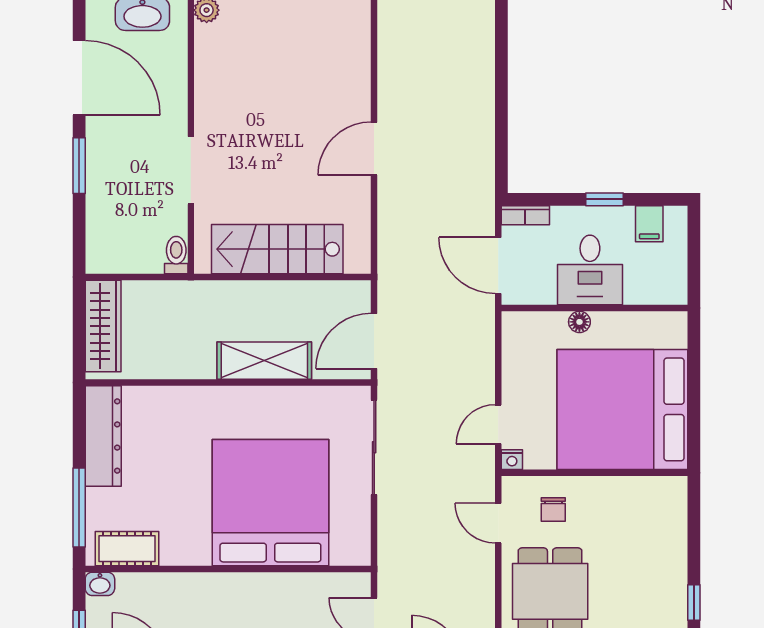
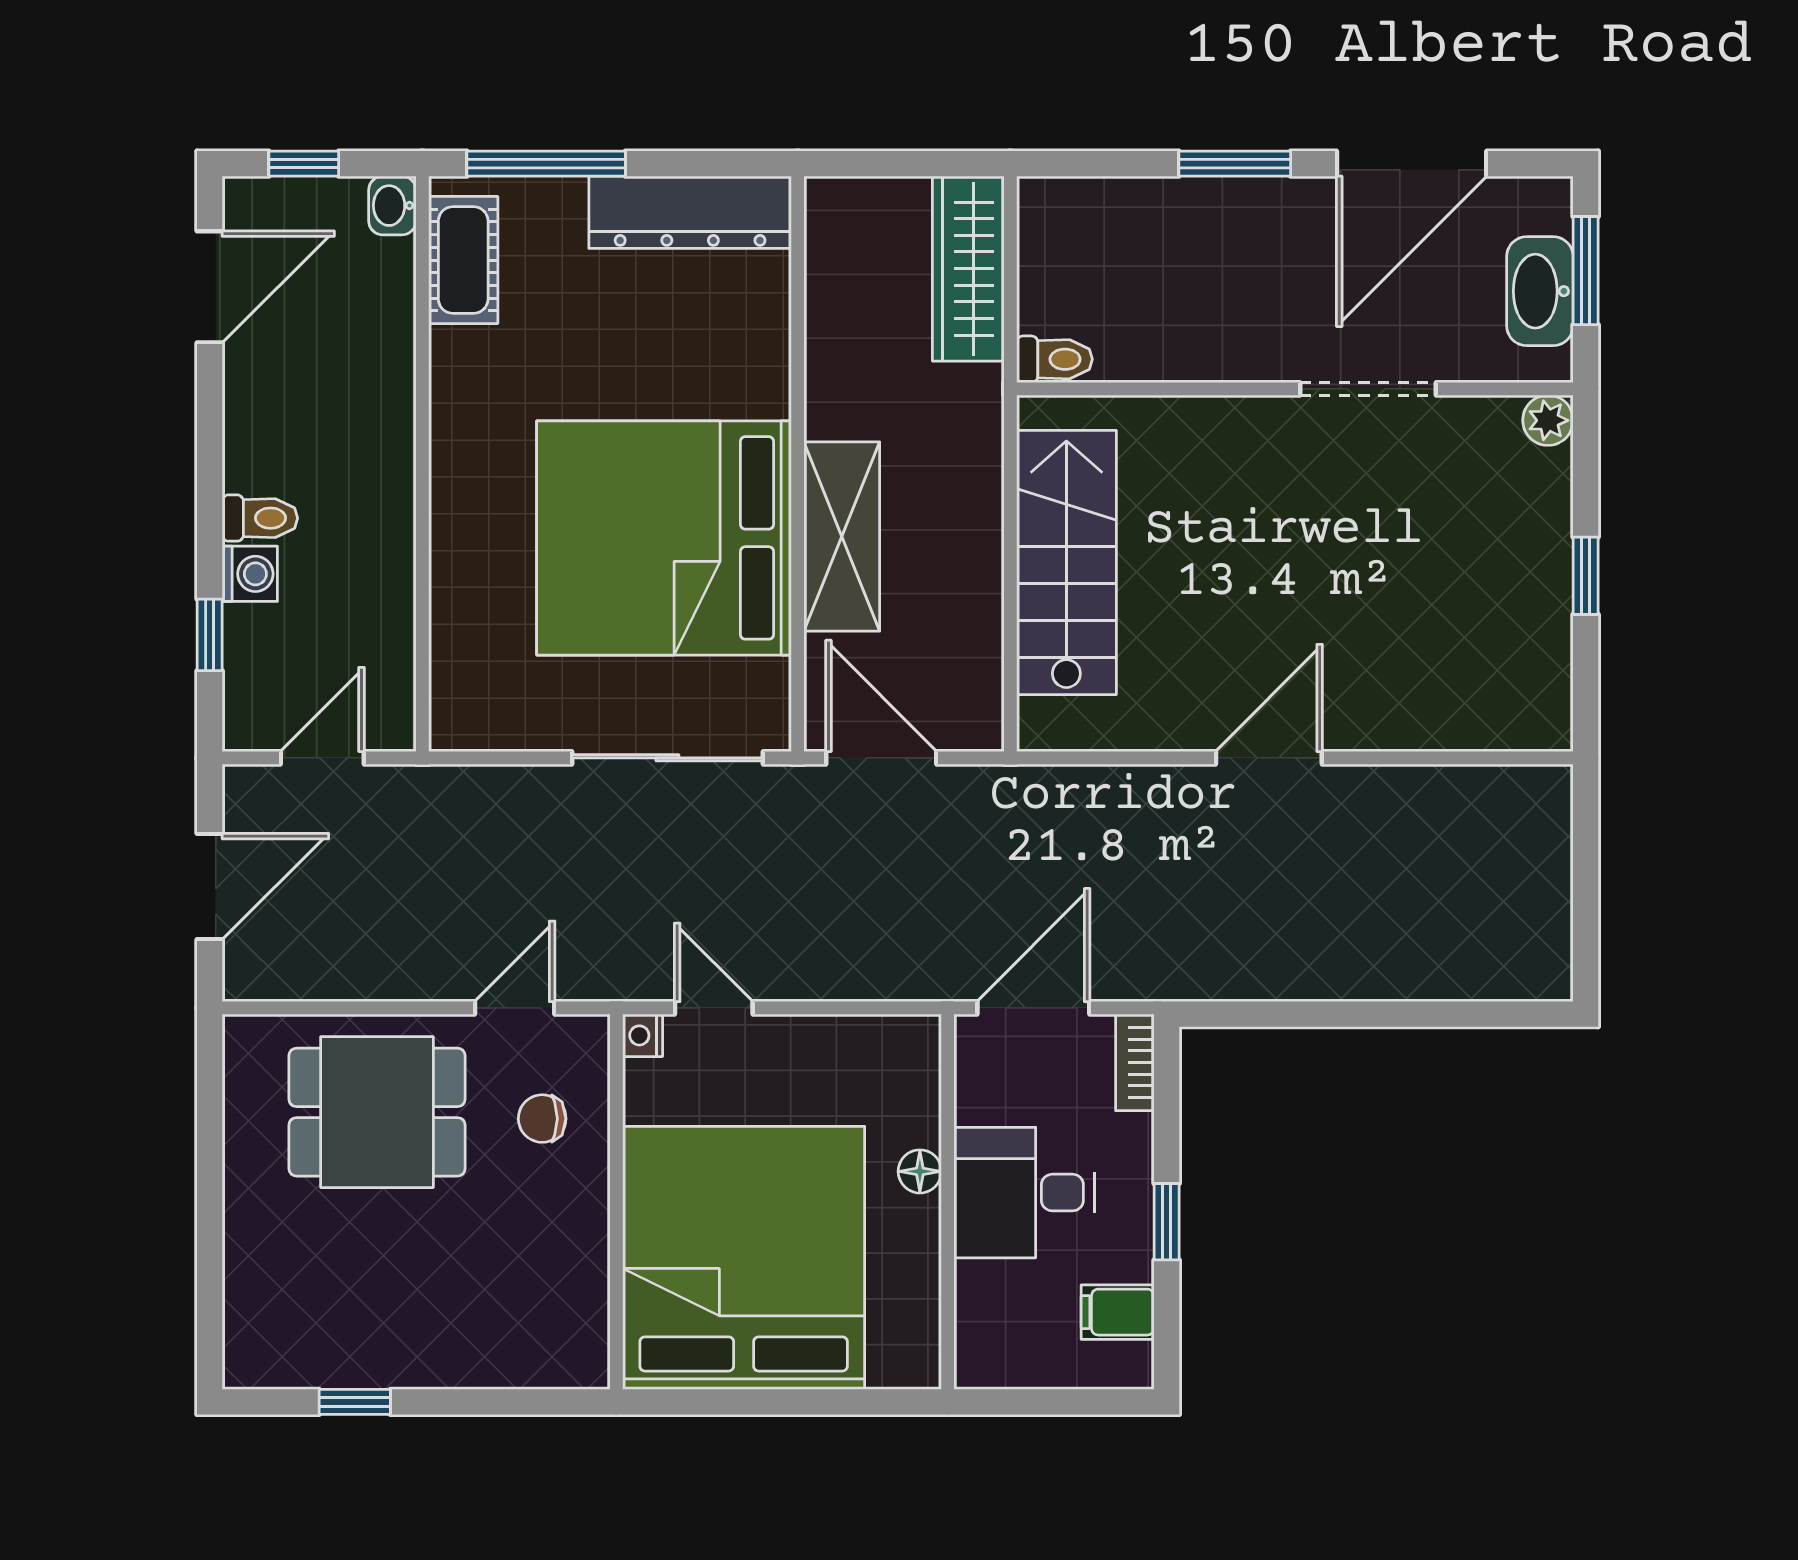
door: (374, 149) -> (1269, 758), hinge flipped
doorway: (191, 170) -> (1368, 389), moved
wardrobe: (103, 326) -> (968, 269), moved, turned 90
bed: (270, 503) -> (664, 538), moved, turned 180

